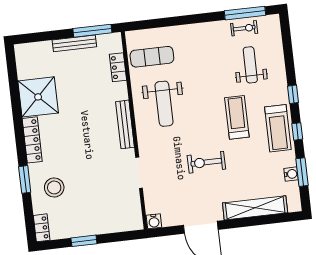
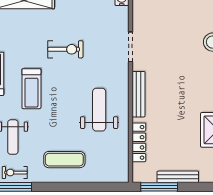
exercise mat: (152, 57) -> (64, 160), moved
locker: (118, 67) -> (139, 142), width x1.53

